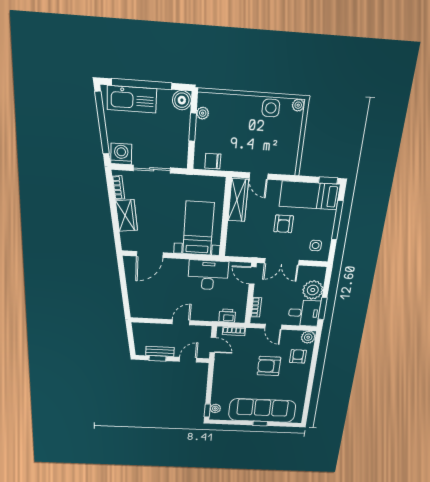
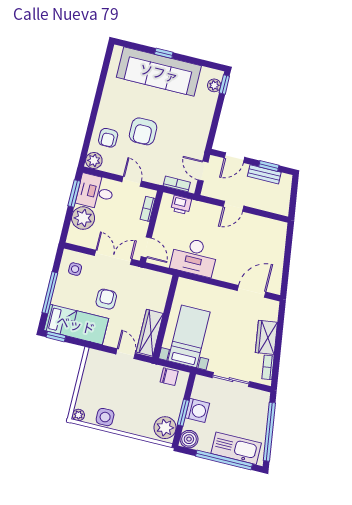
plant: (203, 113) -> (165, 428), width x1.88, depth x1.88
washing machine: (121, 154) -> (197, 410), moved, turned -90
bed with nightstands: (198, 228) -> (189, 336), moved, turned 180
armchair: (269, 366) -> (143, 131), turned 90

